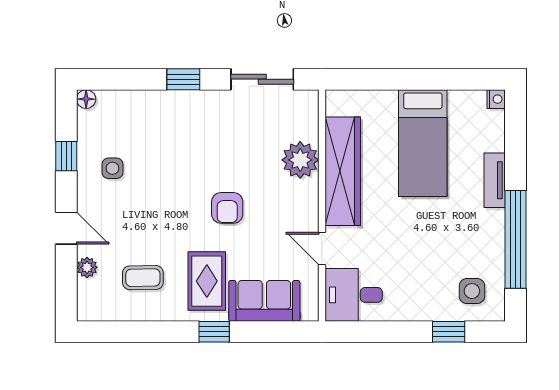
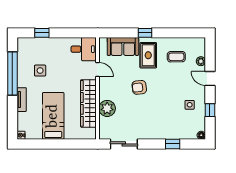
window: (183, 79) -> (173, 144), moved
armchair: (227, 208) -> (139, 87), turned -97
side table: (472, 291) -> (40, 71), moved

